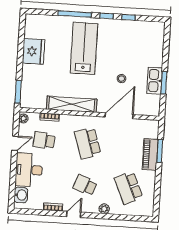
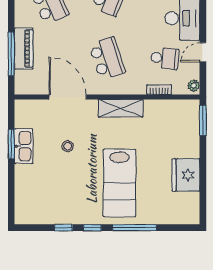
shelving: (72, 104) -> (121, 108), width x0.68
door: (119, 116) -> (68, 97), swing flipped
window: (160, 151) -> (11, 54), width x1.44

